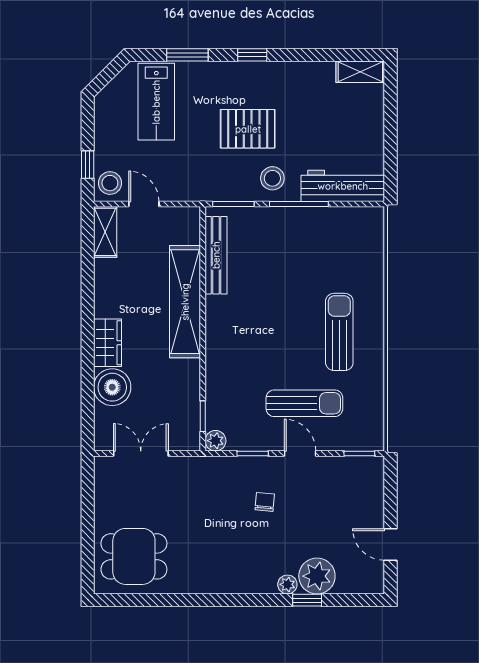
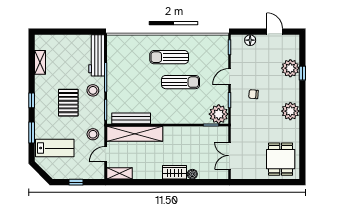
shelving: (360, 72) -> (40, 62), moved
window: (88, 165) -> (76, 182), moved
stool: (110, 183) -> (93, 134), moved
shelving: (185, 302) -> (135, 134), moved
boiler: (112, 387) -> (192, 174), width x0.54, depth x0.54
sun lounger: (304, 403) -> (181, 82), moved, turned 90
plant: (215, 441) -> (219, 114), width x1.87, depth x1.87
floor lamp: (374, 495) -> (250, 40), added
door: (391, 545) -> (275, 32), swing flipped
plant: (287, 584) -> (290, 111), moved, width x1.88, depth x1.88

